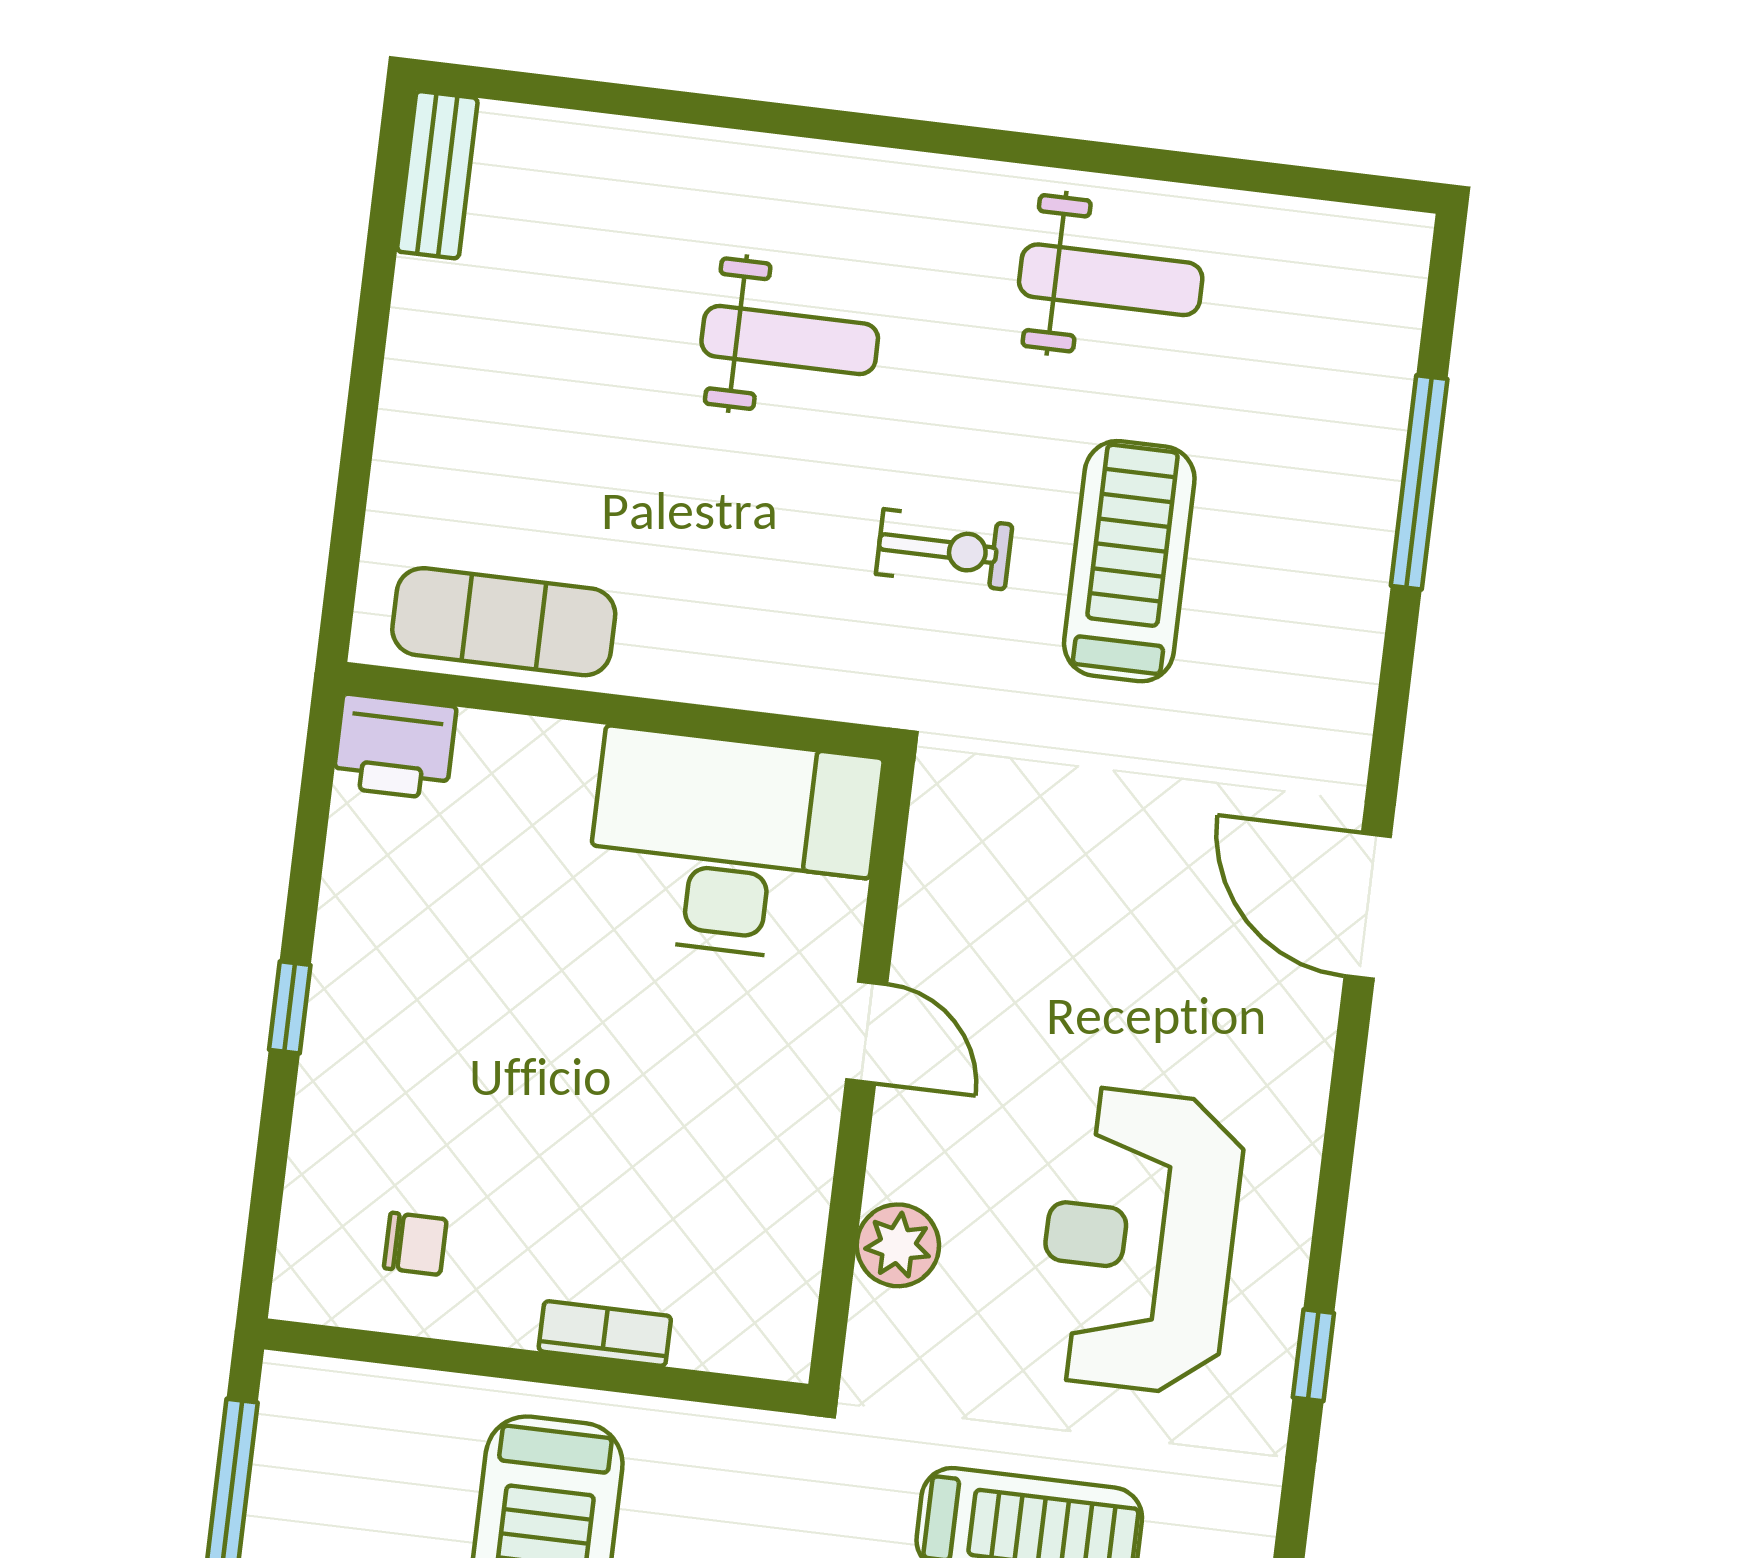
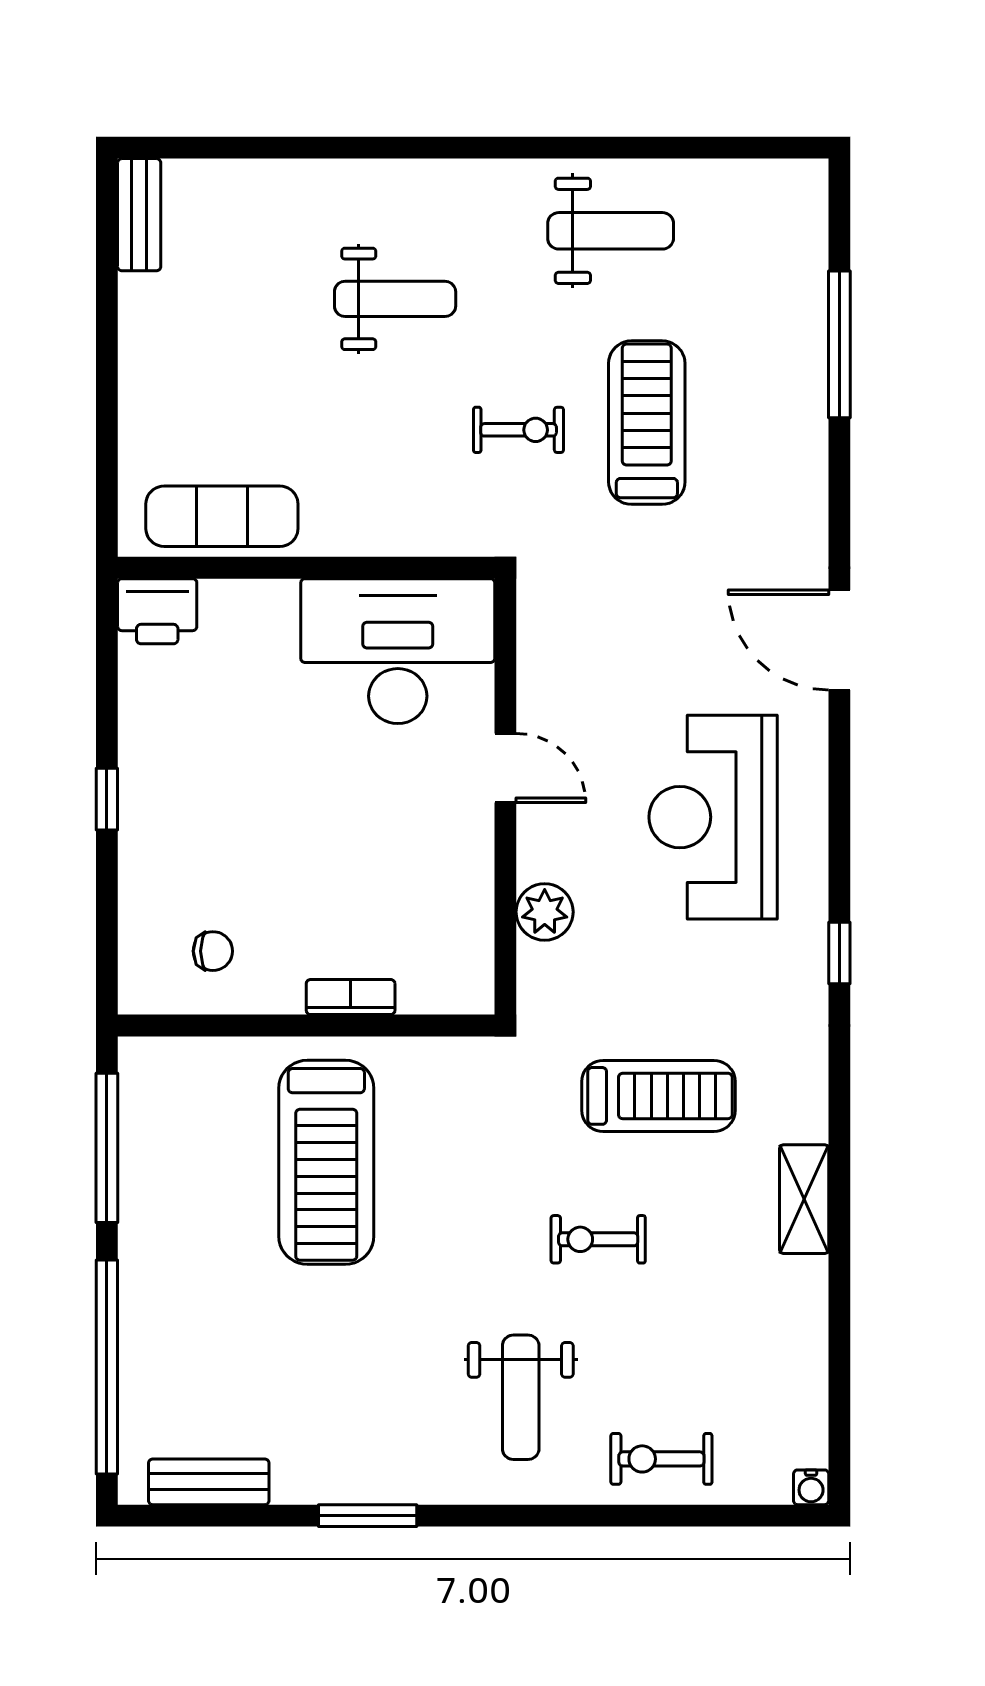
reception desk: (1139, 1241) -> (713, 817), moved

